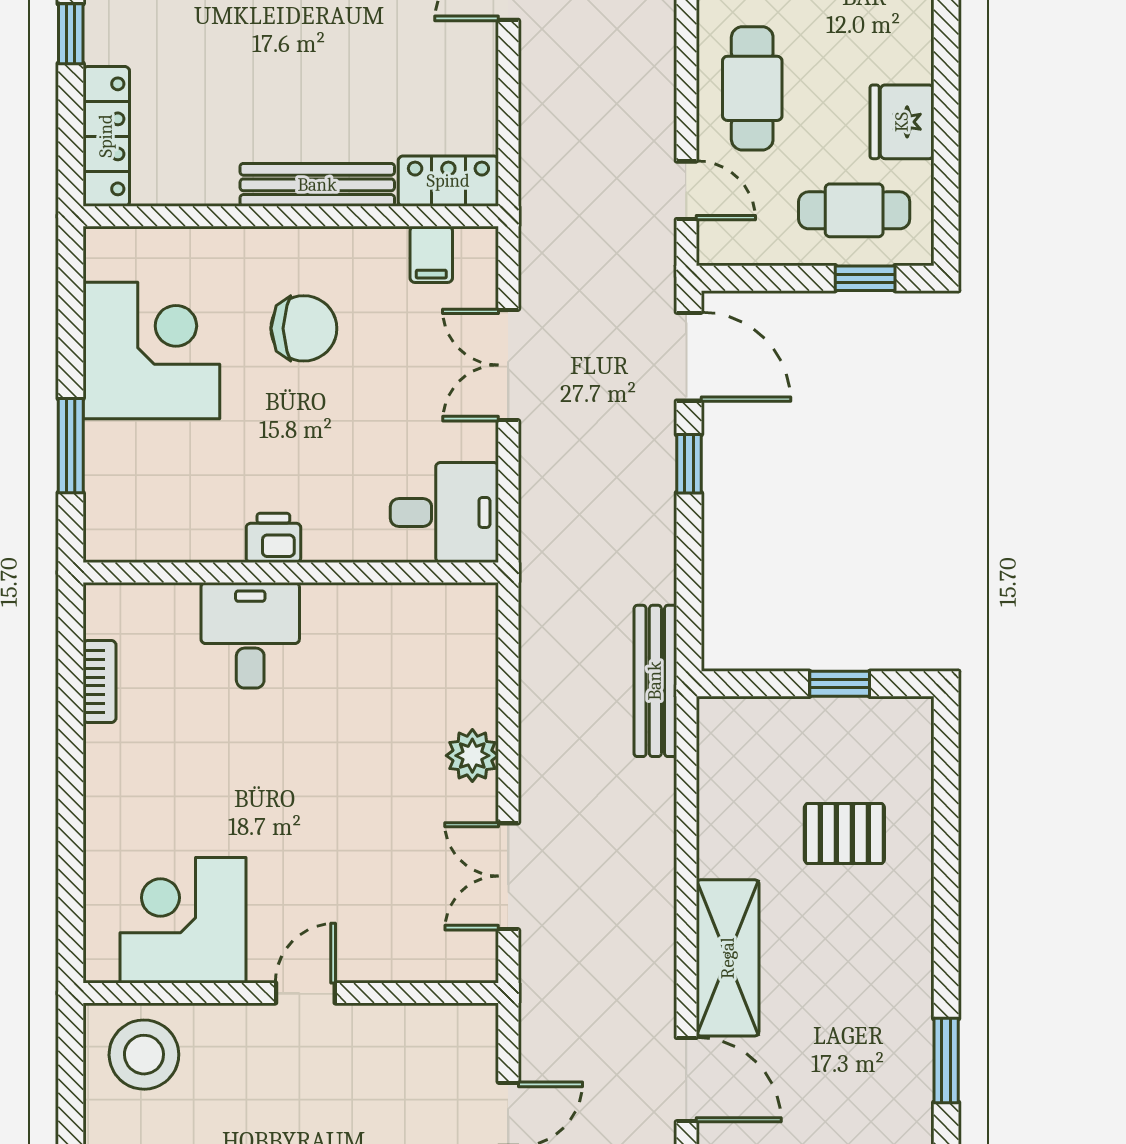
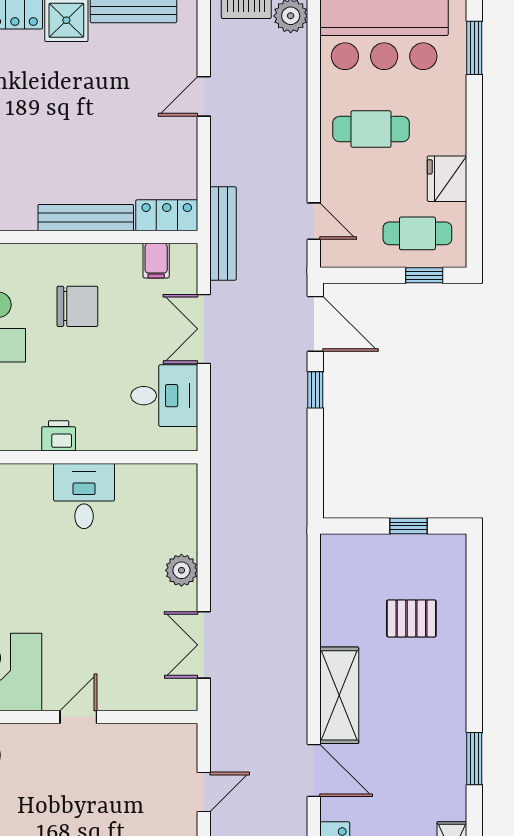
cafe table: (752, 88) -> (371, 129), moved, turned 90
desk: (444, 512) -> (164, 396), moved
desk: (250, 635) -> (84, 496), moved
bench: (655, 681) -> (223, 234), moved

